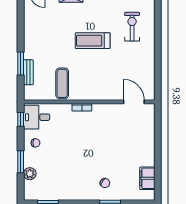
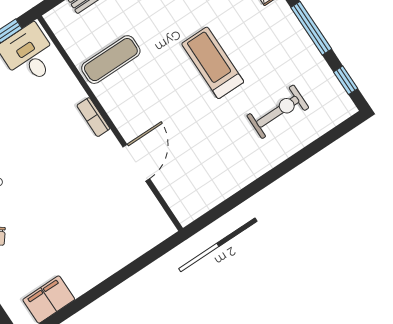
door: (134, 102) -> (136, 163), moved

